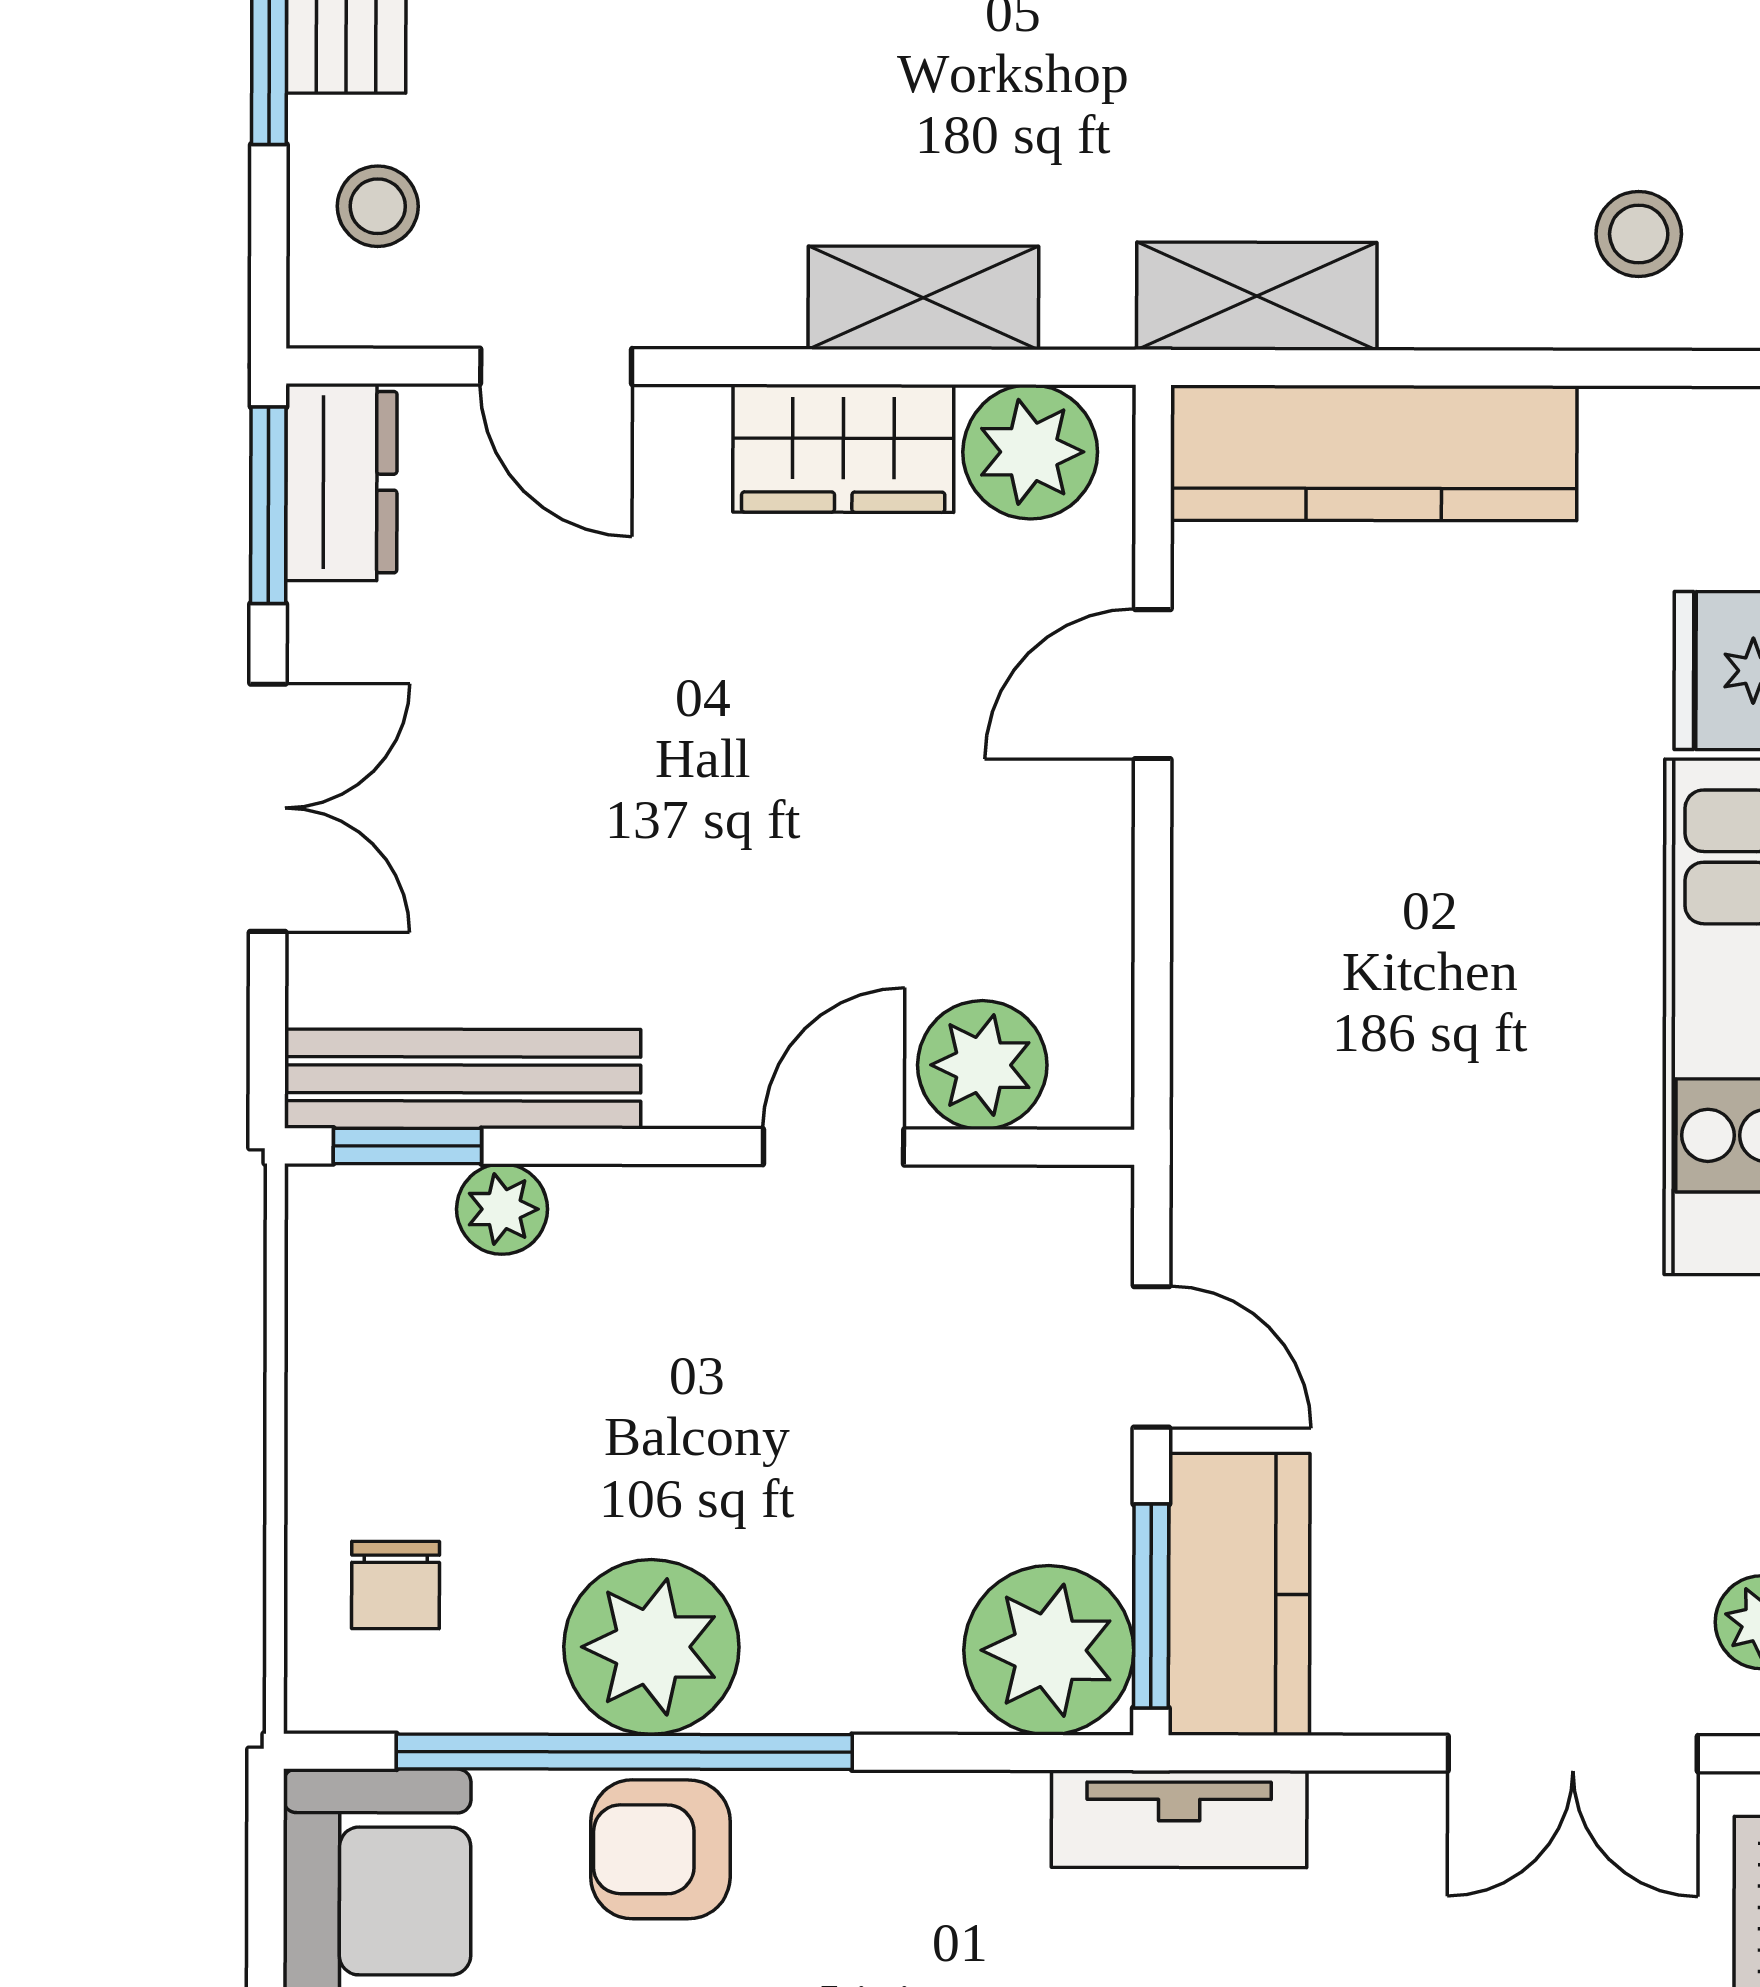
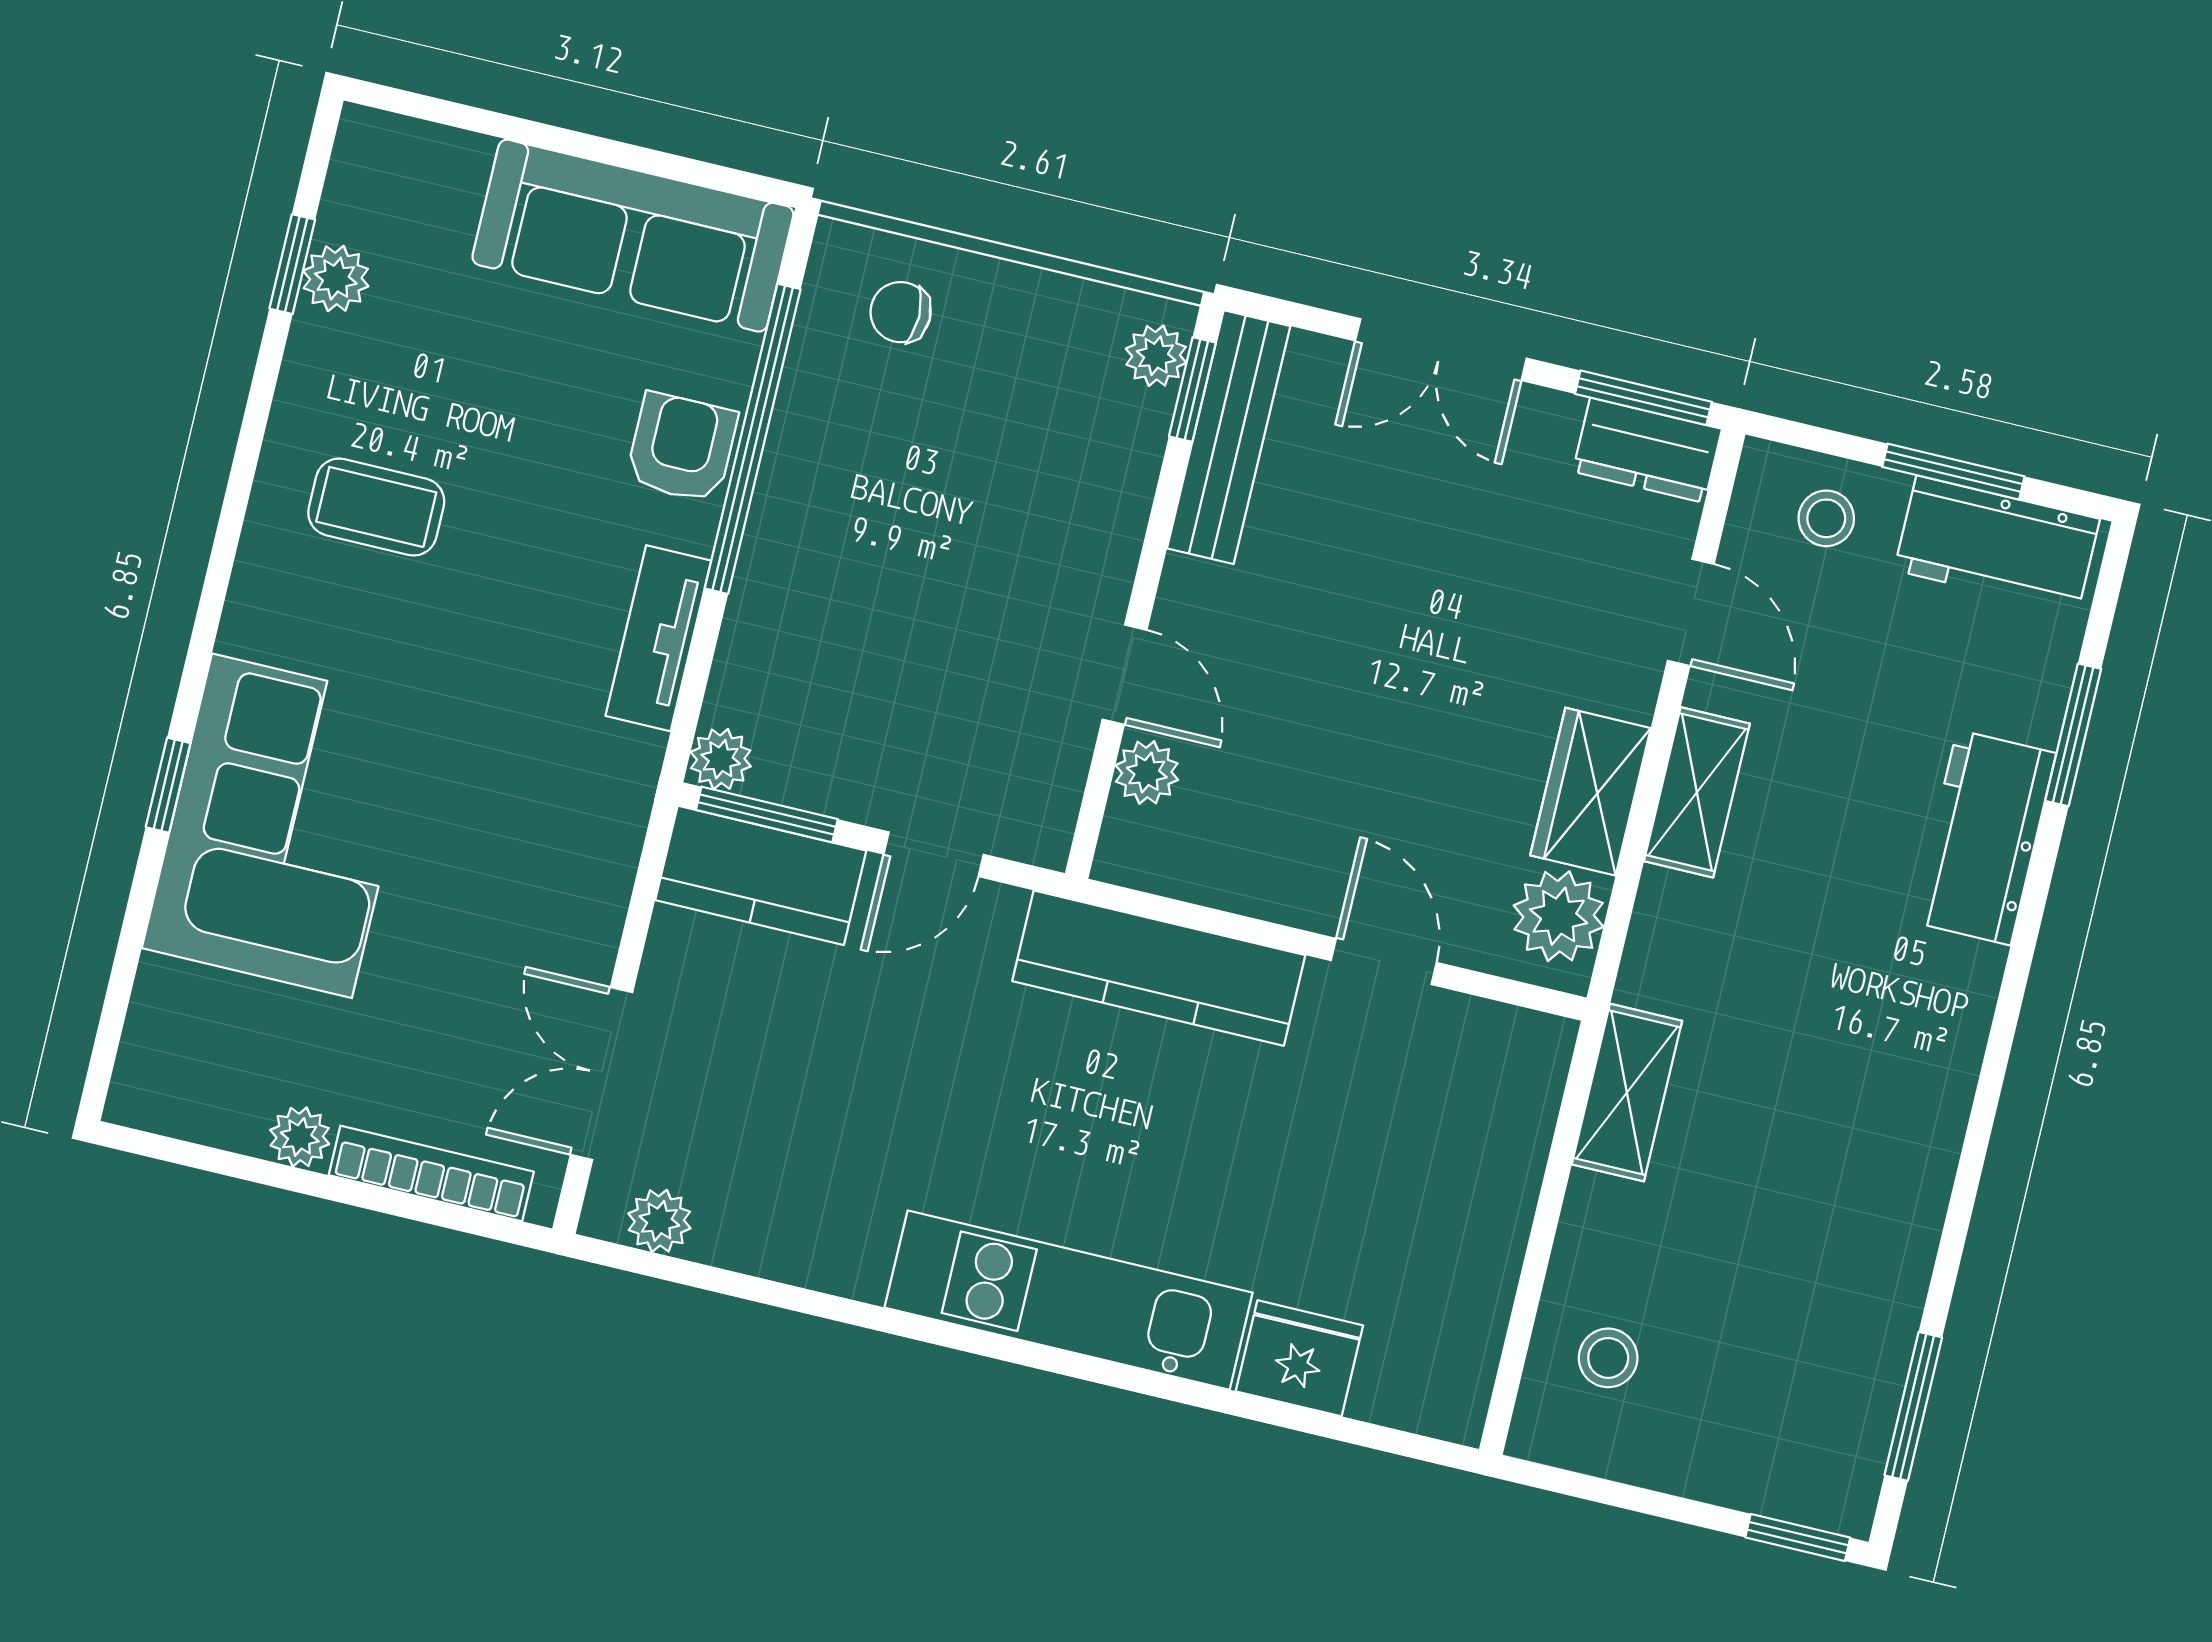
shelving: (923, 298) -> (1697, 792), moved
door: (556, 366) -> (1691, 612), swing flipped
kitchen counter: (1374, 453) -> (1159, 968), moved, turned -90
plant: (982, 1065) -> (1147, 773), width x0.73, depth x0.73
plant: (502, 1209) -> (1156, 356), moved
plant: (651, 1647) -> (819, 474), removed
plant: (1049, 1650) -> (721, 759), width x0.53, depth x0.53
tv unit: (1179, 1819) -> (658, 638), moved

